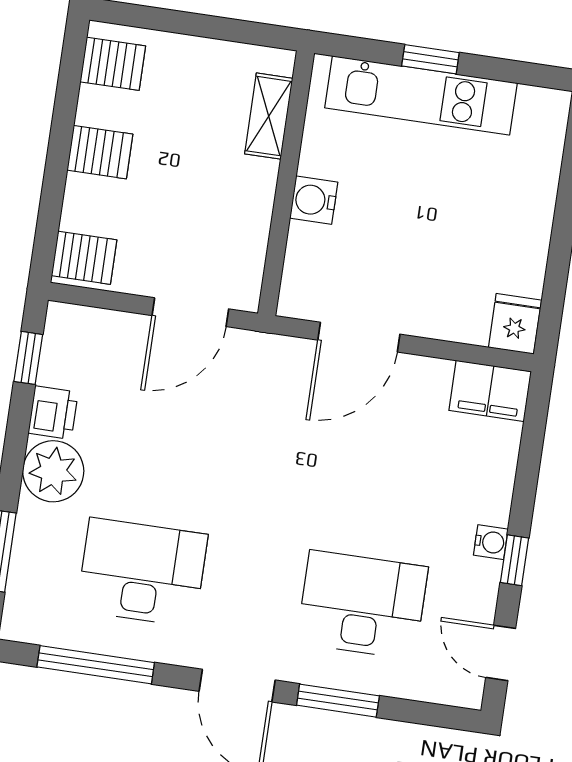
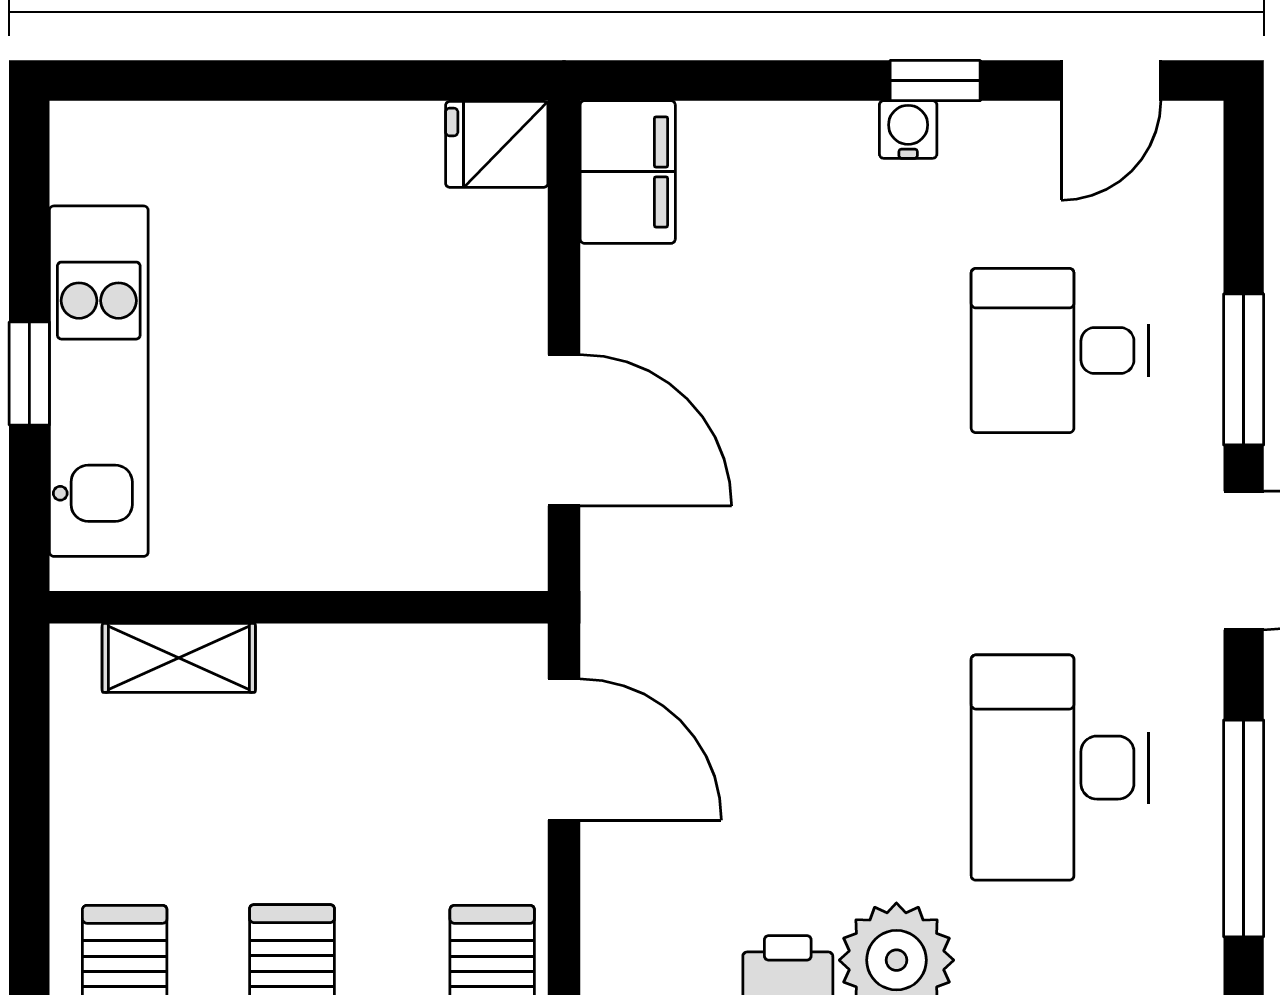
water cooler: (314, 200) -> (322, 551), removed
desk: (362, 605) -> (1060, 351), width x0.73

